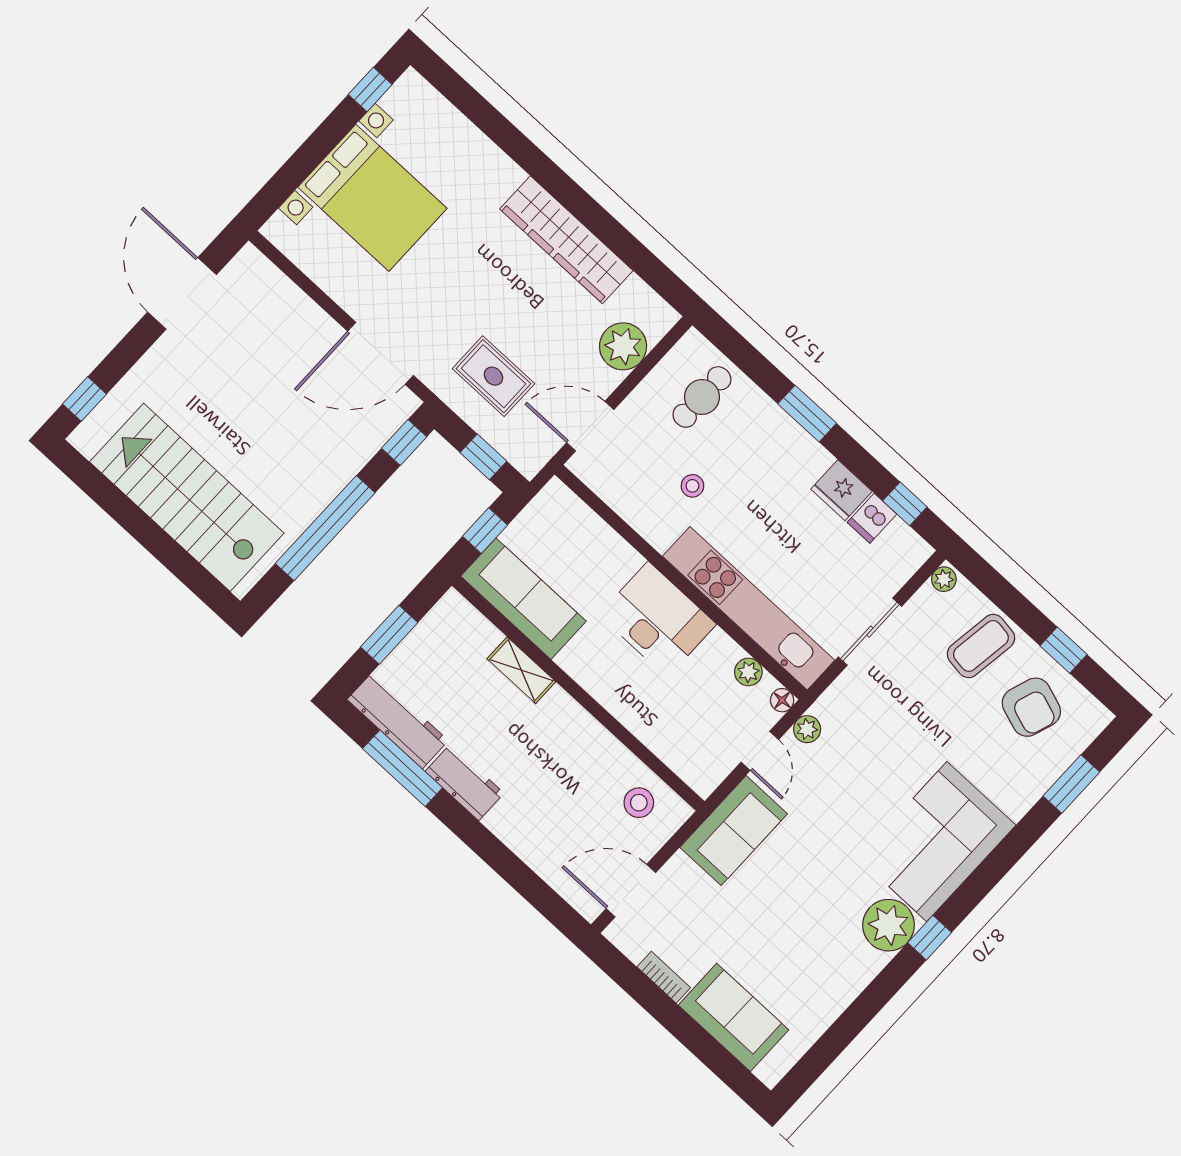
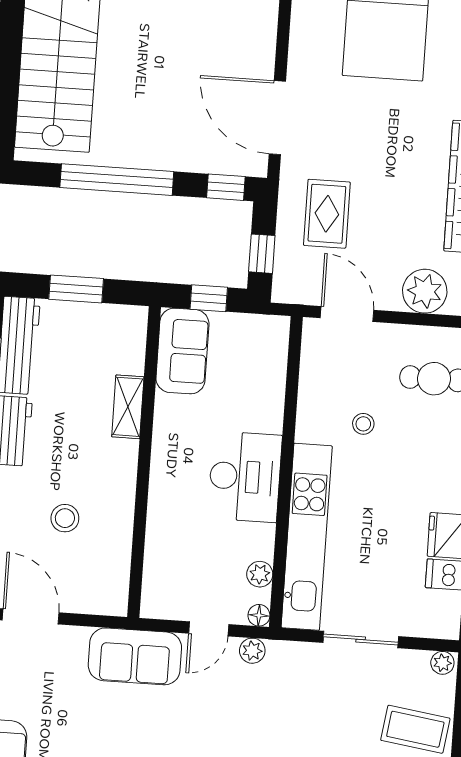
sofa: (523, 599) -> (182, 351), width x0.73
stool: (639, 803) -> (65, 518), moved

